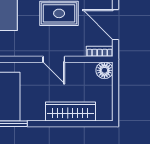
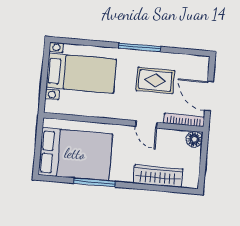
bookcase: (100, 51) -> (184, 120), width x1.56

